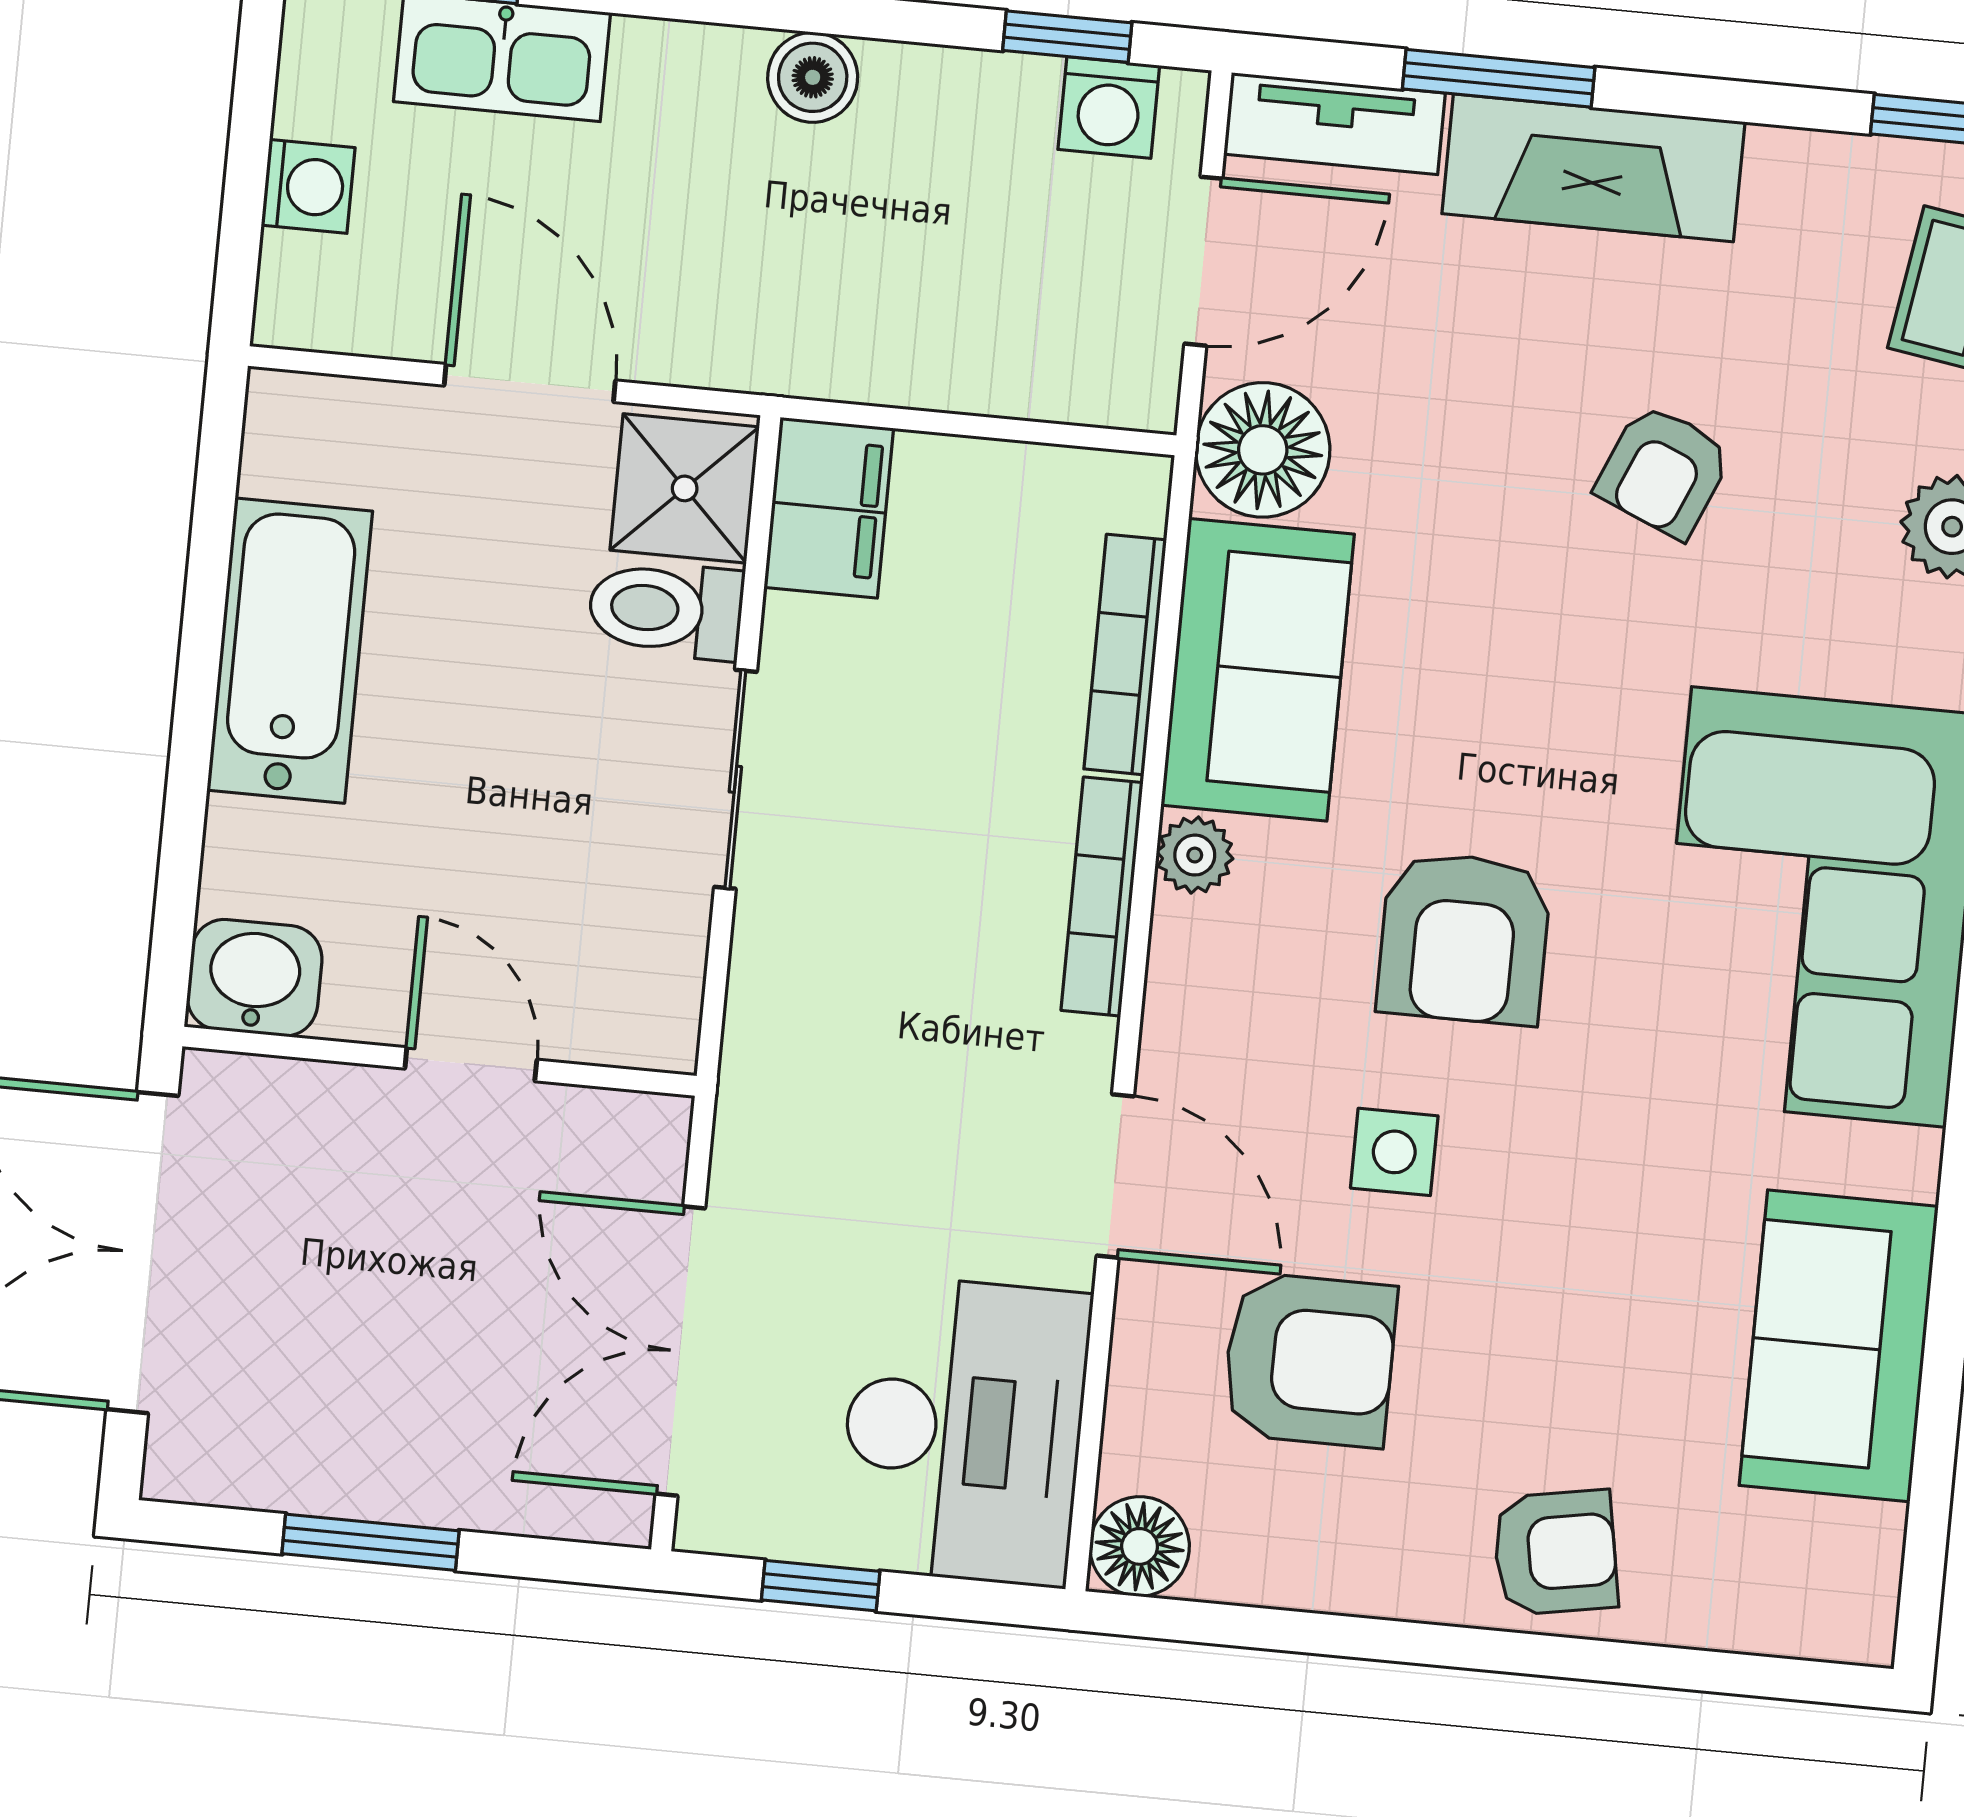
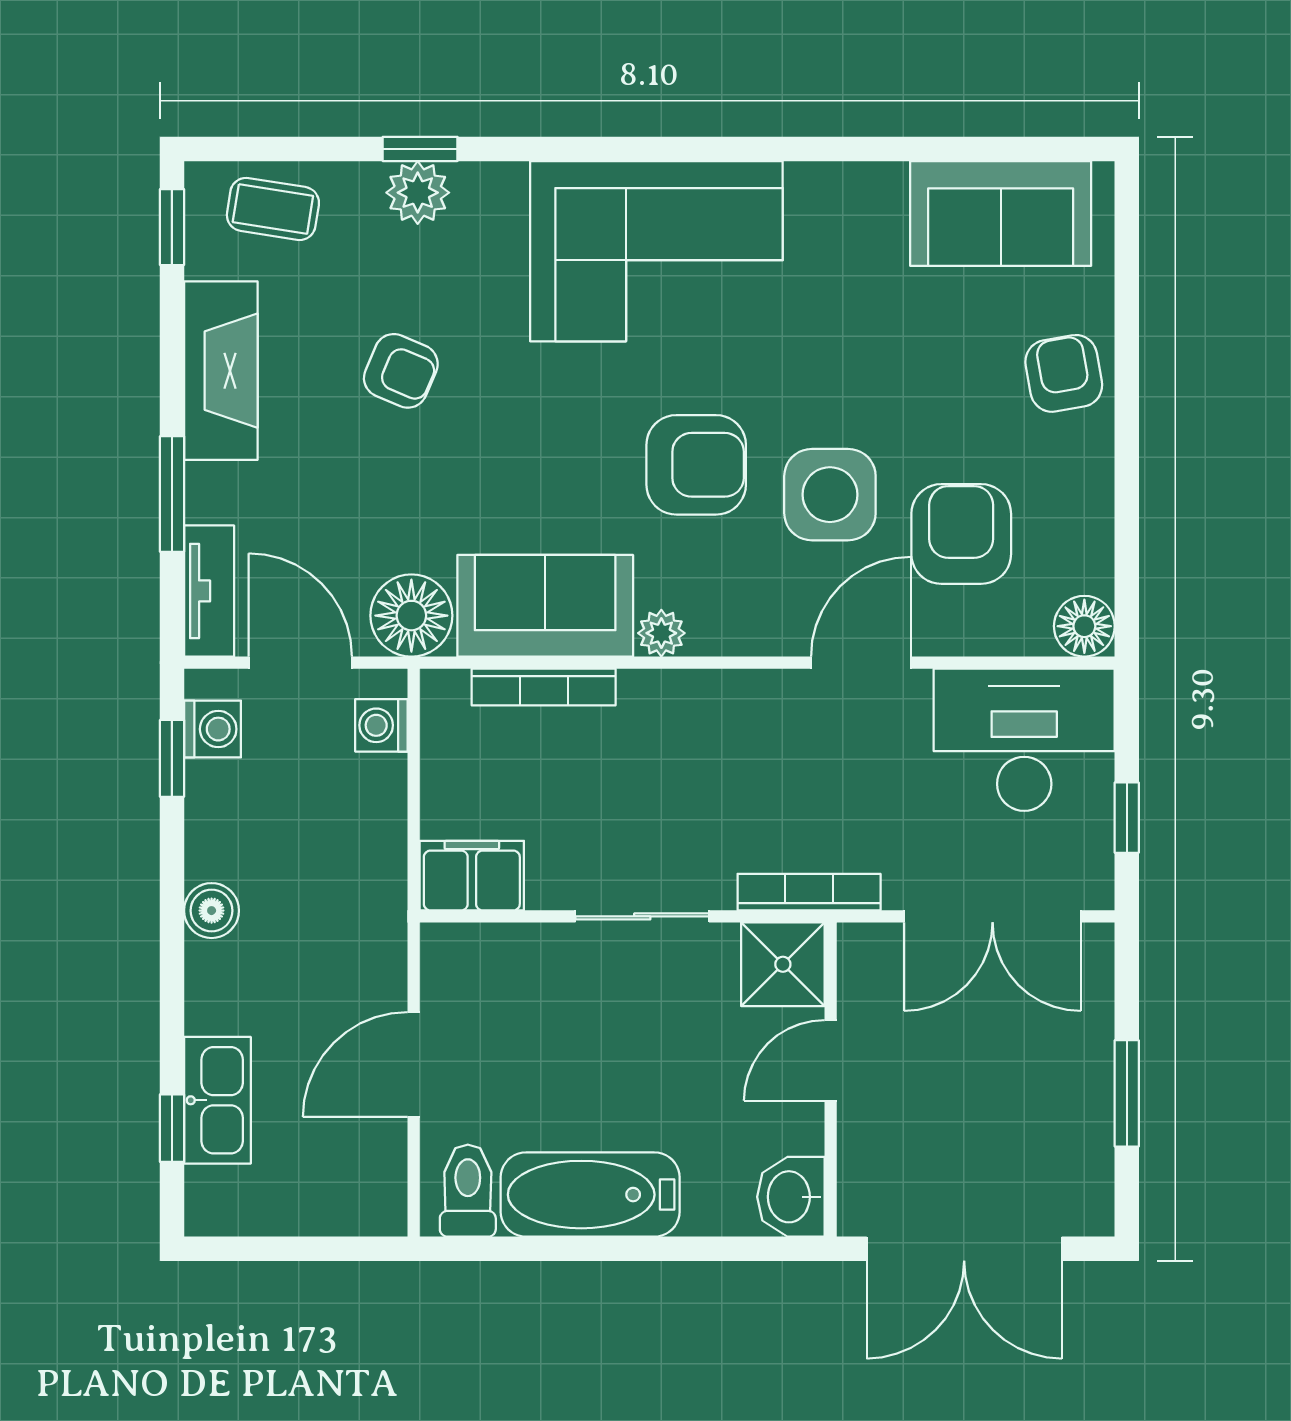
fireplace: (1593, 168) -> (221, 371), moved
washing machine: (308, 186) -> (381, 725), moved, turned -90
shower: (685, 488) -> (783, 964), moved
toilet: (666, 610) -> (468, 1191), moved, turned 180
bookcase: (1102, 896) -> (809, 892), moved, turned 180
side table: (1394, 1152) -> (830, 495), width x1.87, depth x1.87
sofa: (1839, 1346) -> (1001, 213), moved

